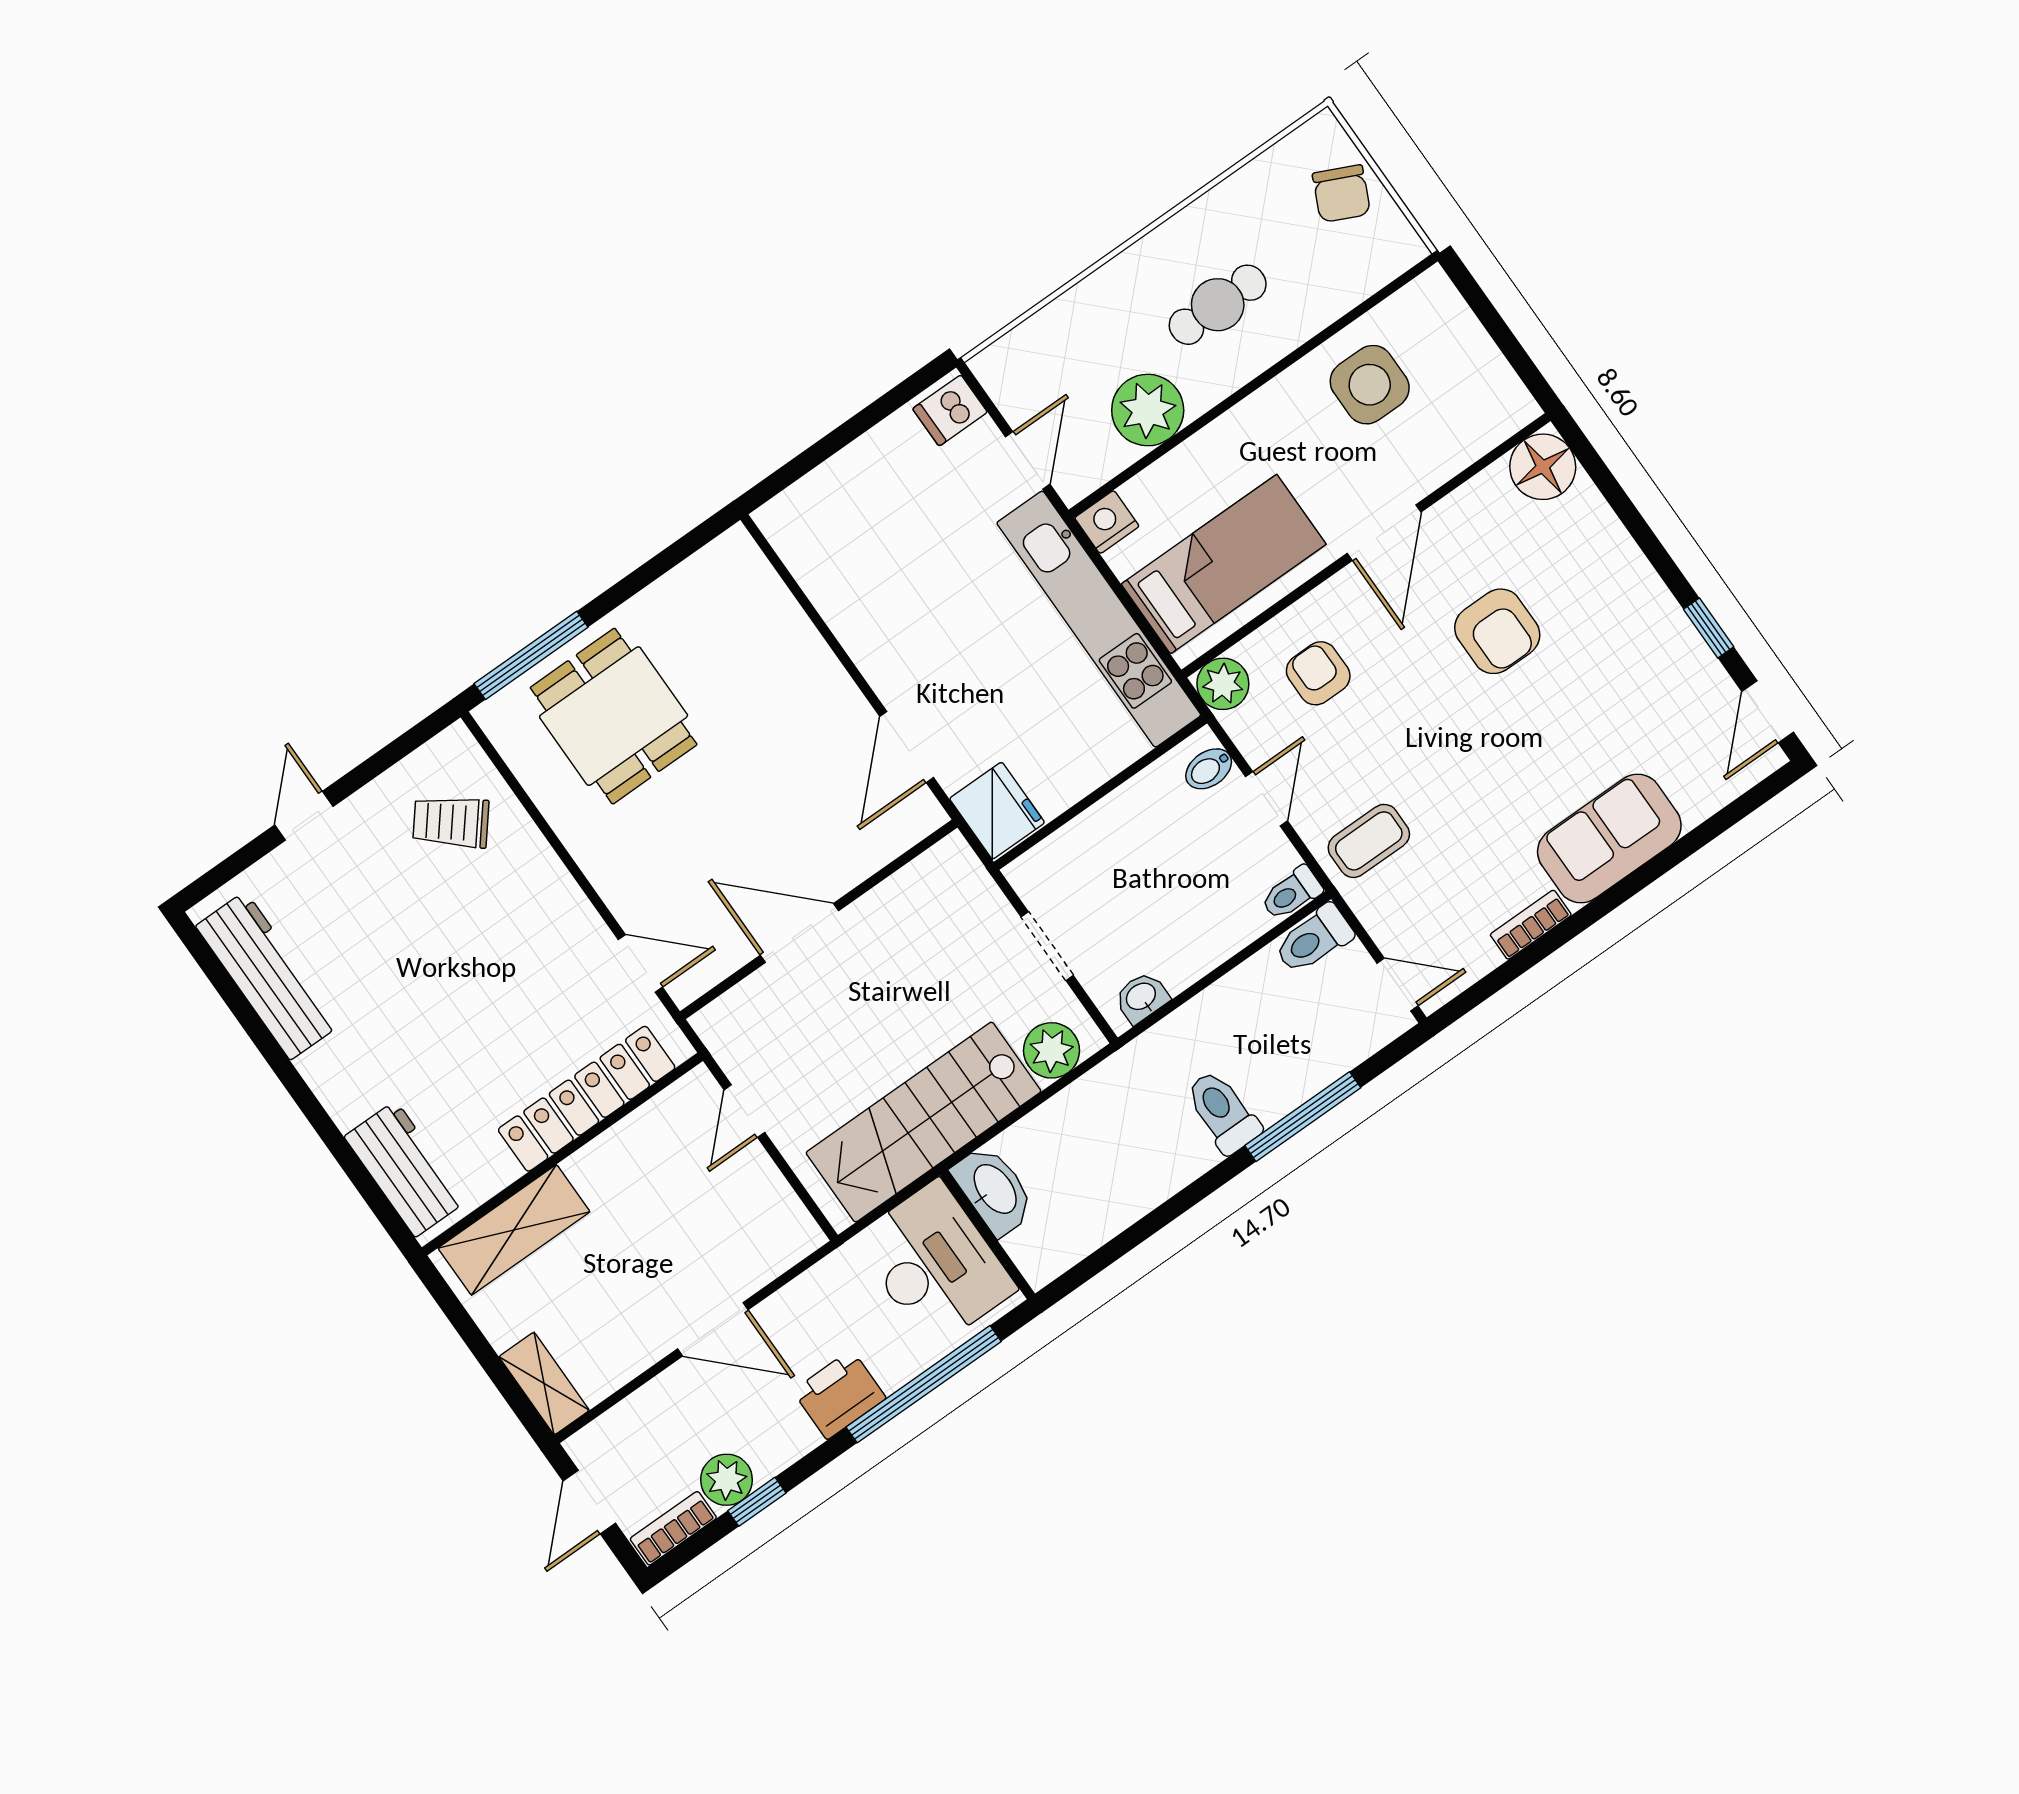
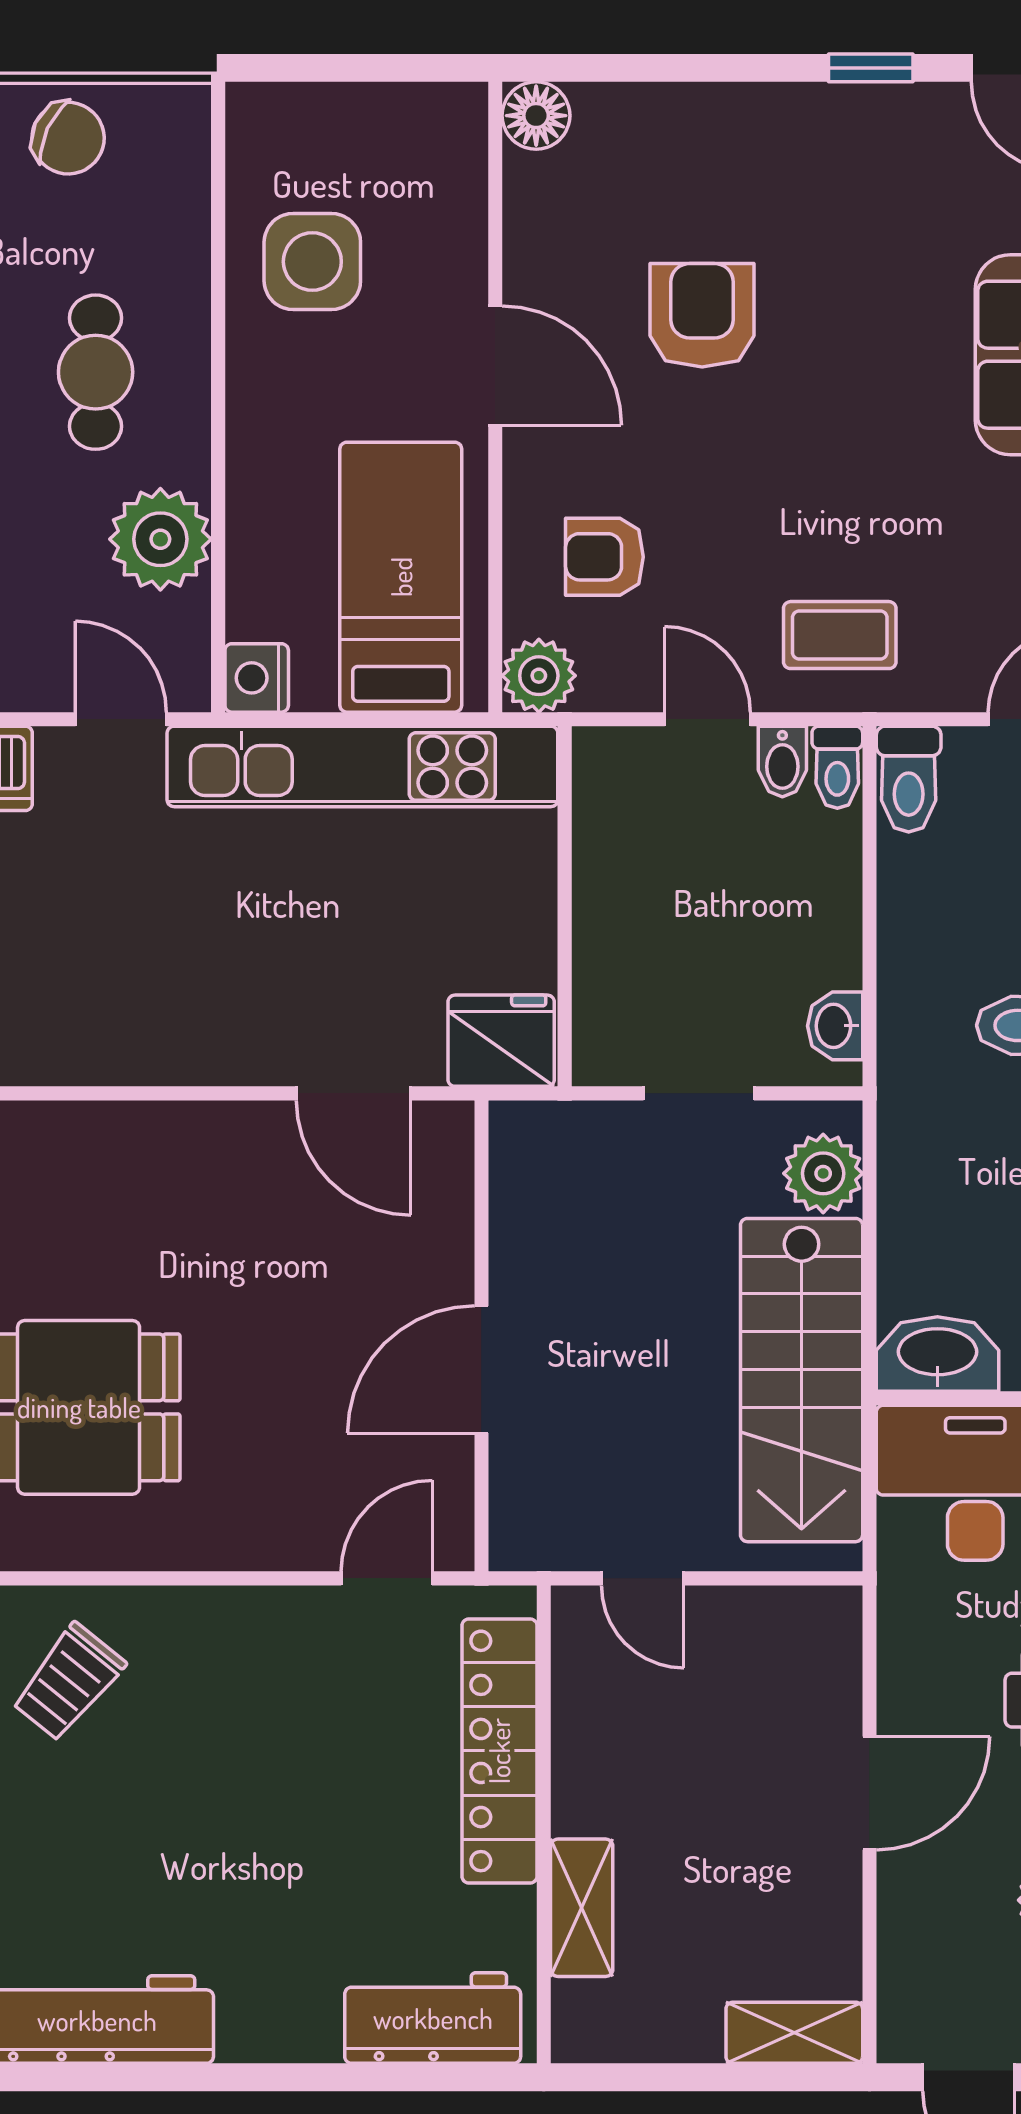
floor lamp: (1543, 467) -> (536, 116), width x0.73, depth x0.73
armchair: (1497, 631) -> (702, 315), turned -90
bidet: (1209, 769) -> (782, 762), moved
coffee table: (1369, 841) -> (840, 635), turned 90
shelving: (514, 1230) -> (582, 1908), width x0.67, depth x0.75

